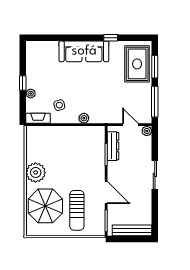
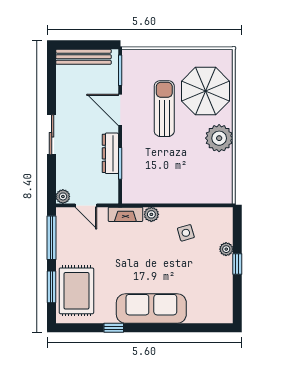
fireplace: (38, 118) -> (125, 214), moved
dresser: (113, 146) -> (110, 153), moved
sun lounger: (77, 210) -> (164, 109), moved

